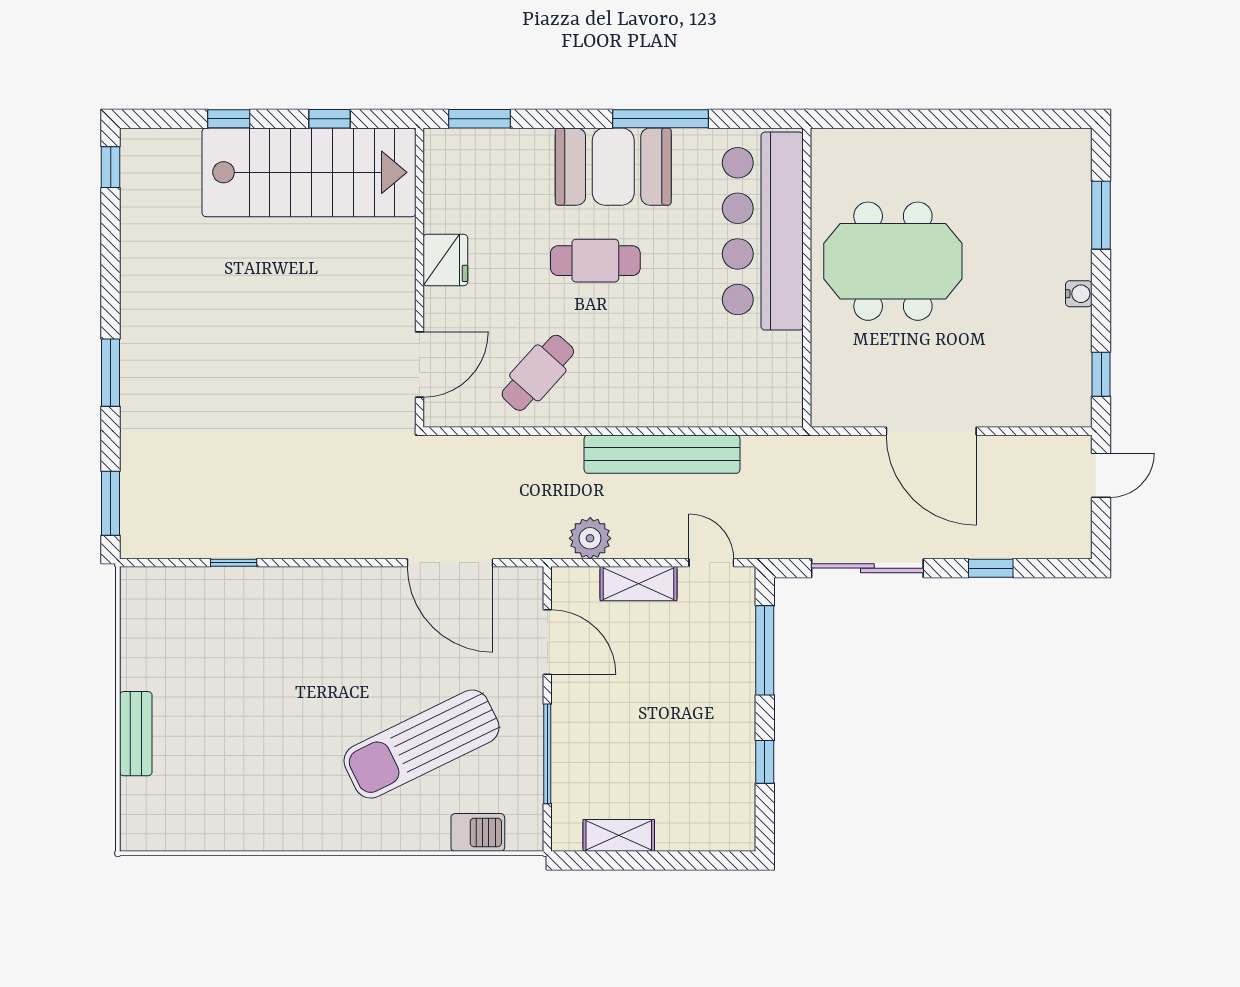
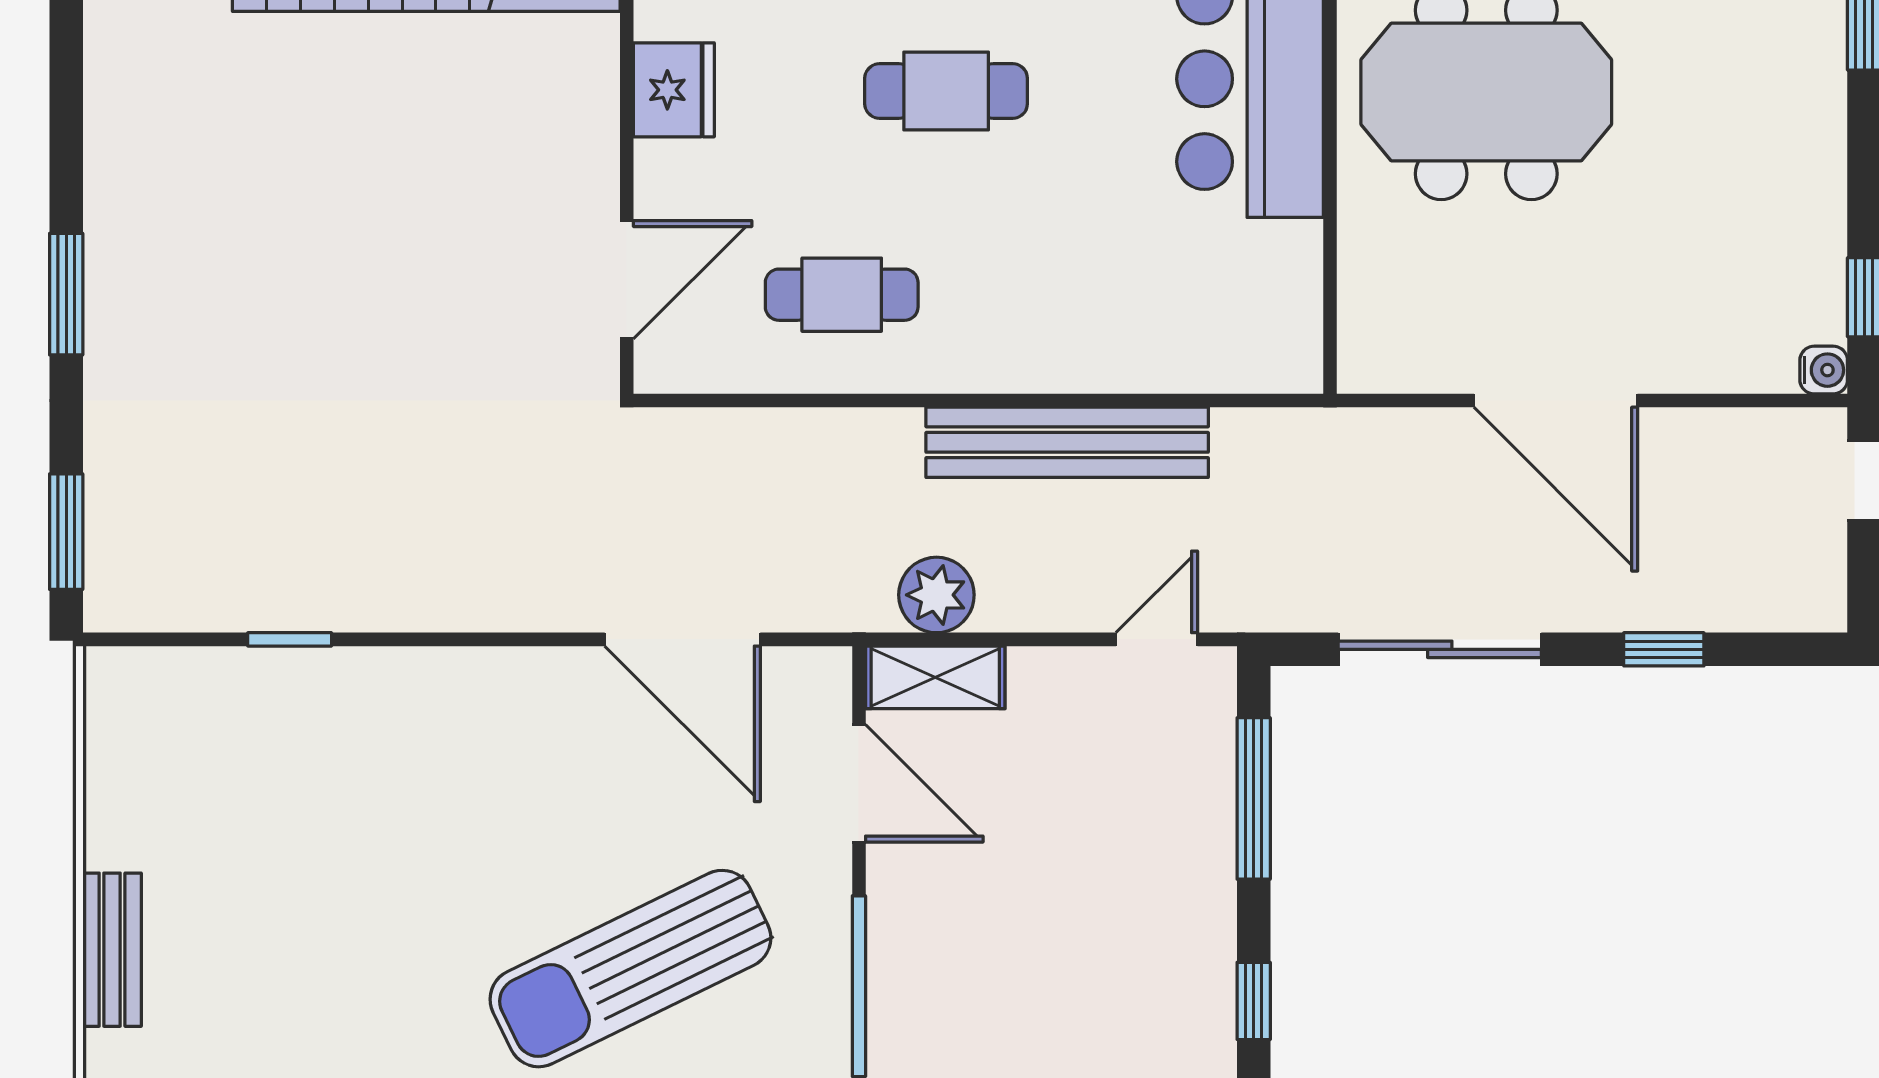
water cooler: (1079, 294) -> (1824, 370), moved
cafe table: (538, 373) -> (842, 295), turned 48
door: (711, 563) -> (1157, 639), hinge flipped
shelving: (639, 584) -> (935, 677), moved

